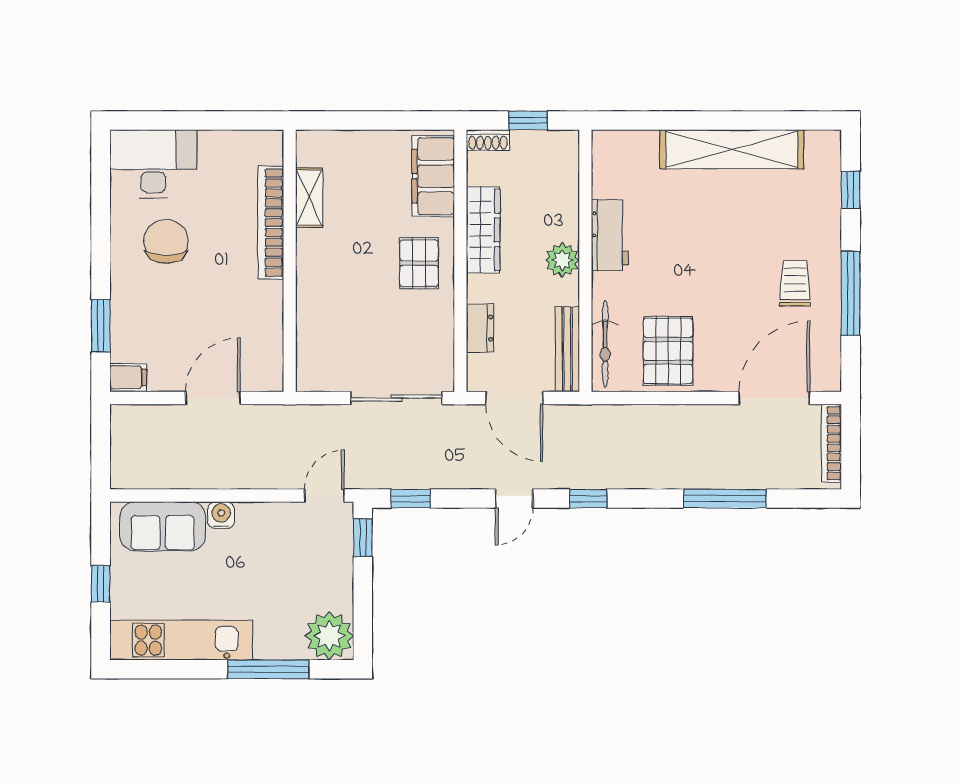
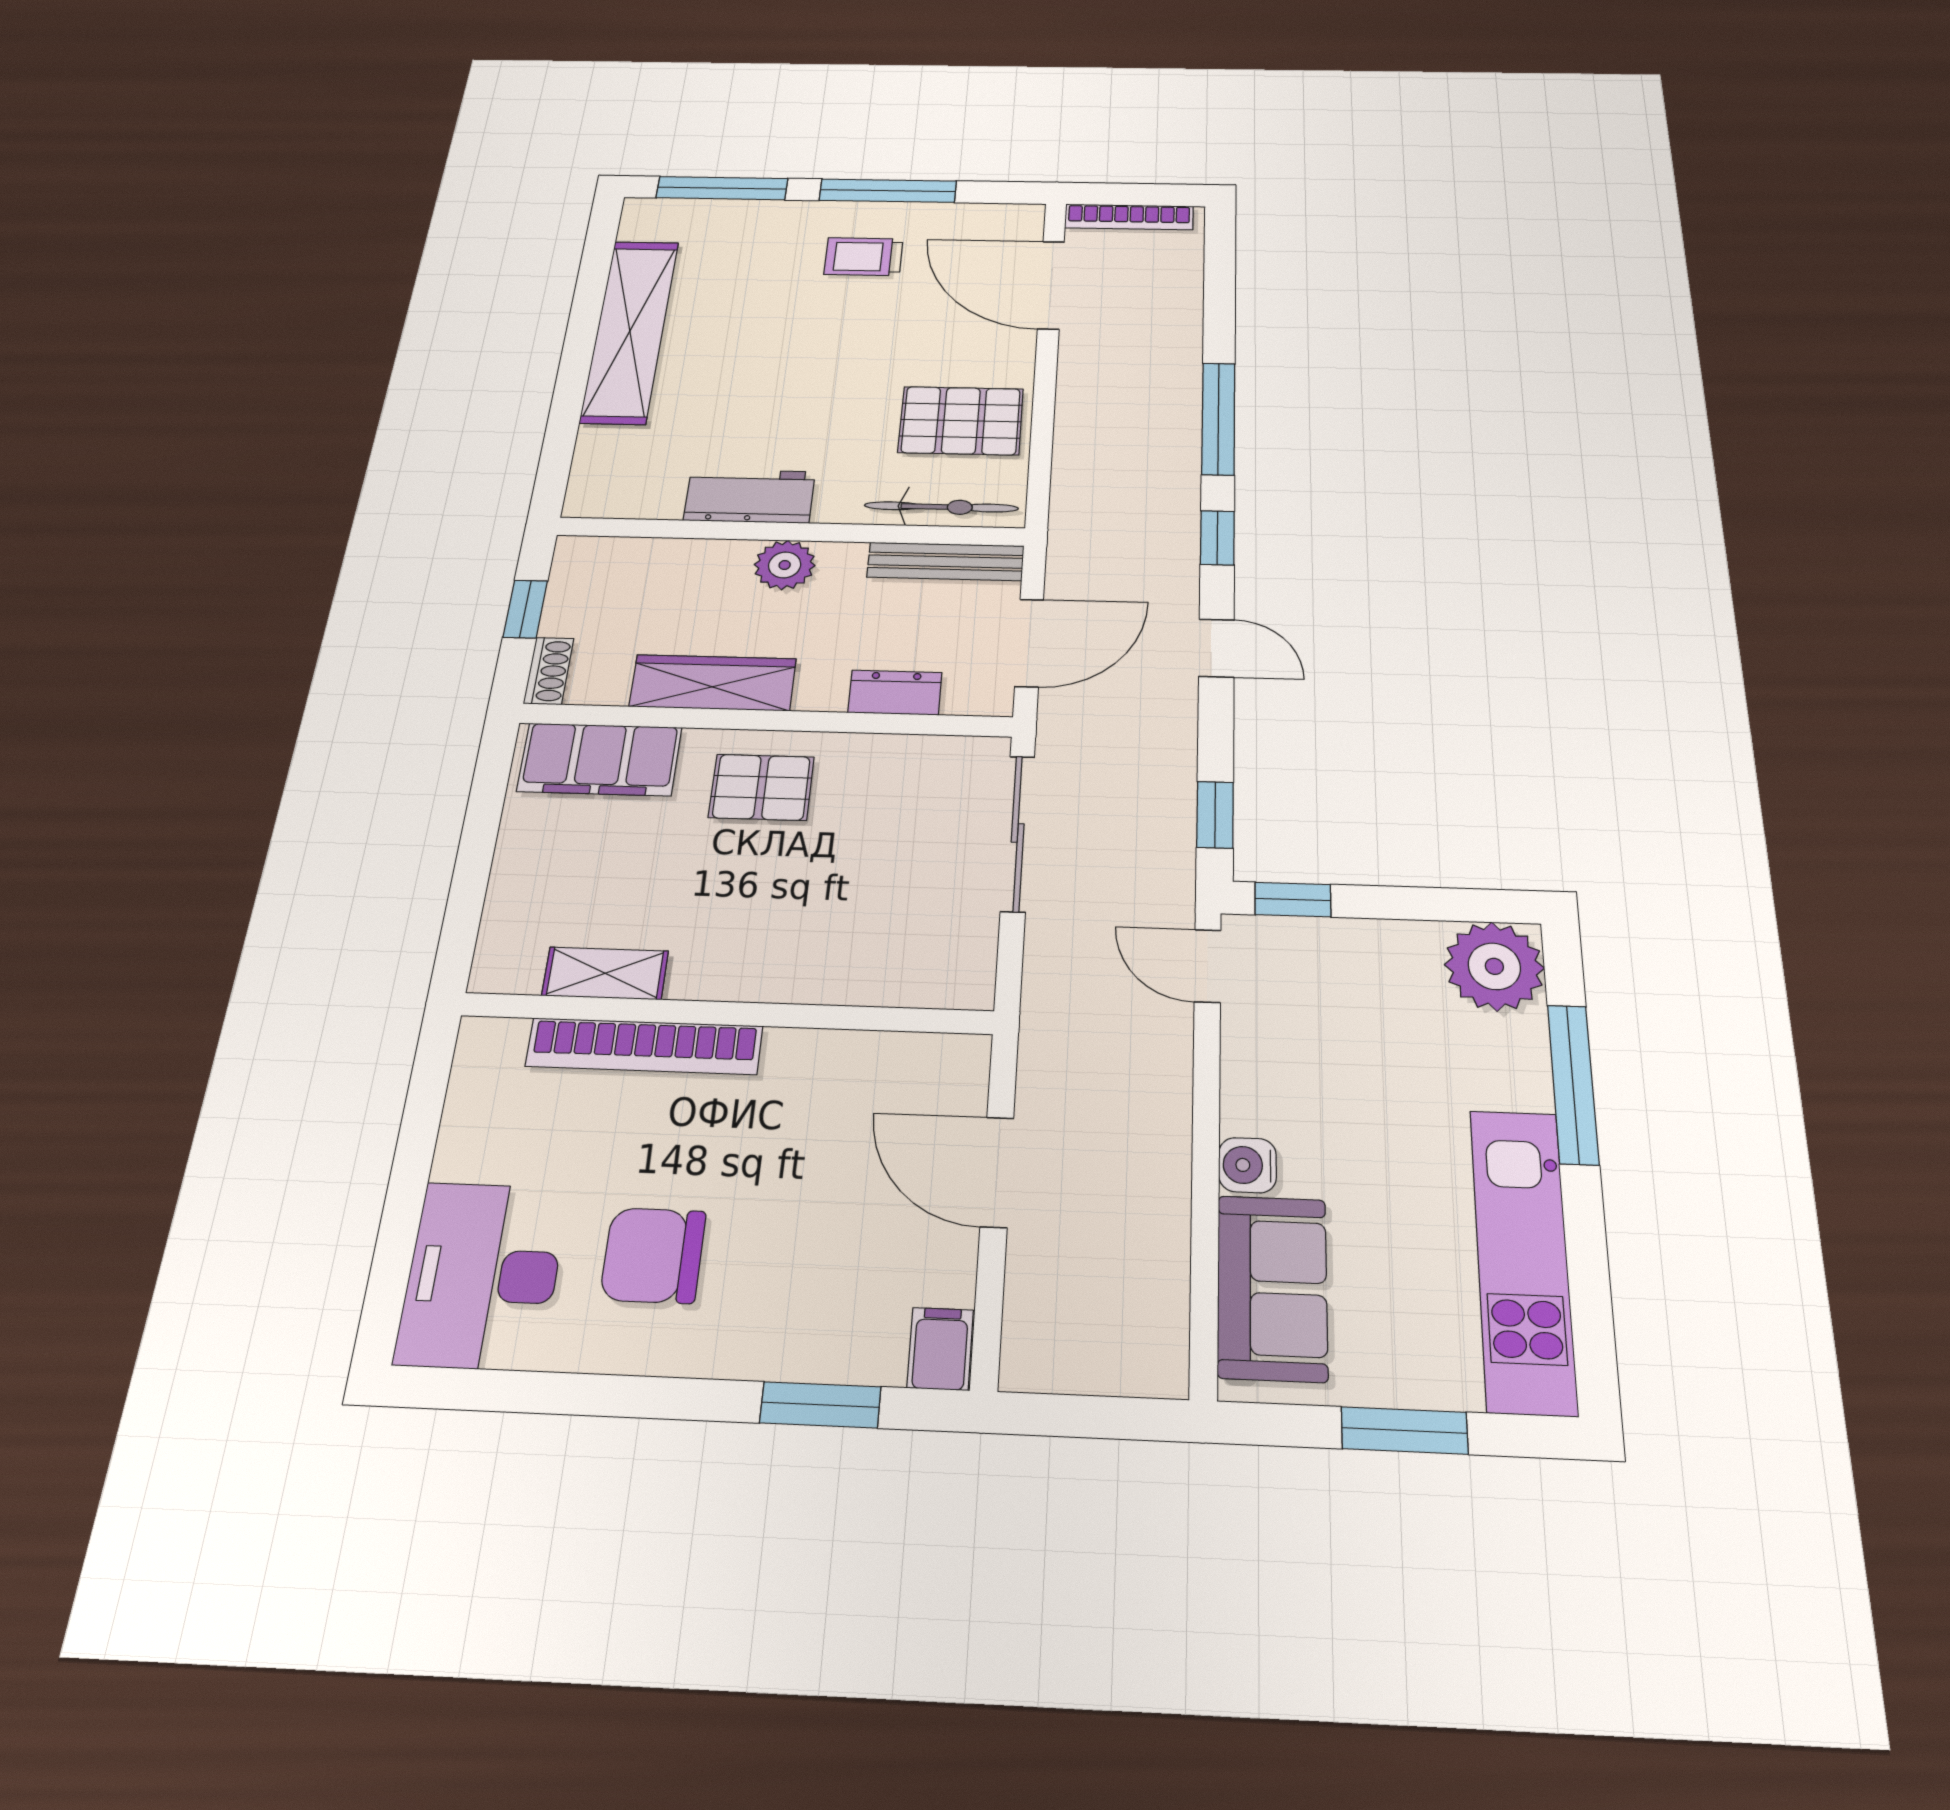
window: (851, 190) -> (722, 188), width x2.17
window: (725, 499) -> (1218, 418), moved
window: (101, 584) -> (1404, 1430), width x1.50

